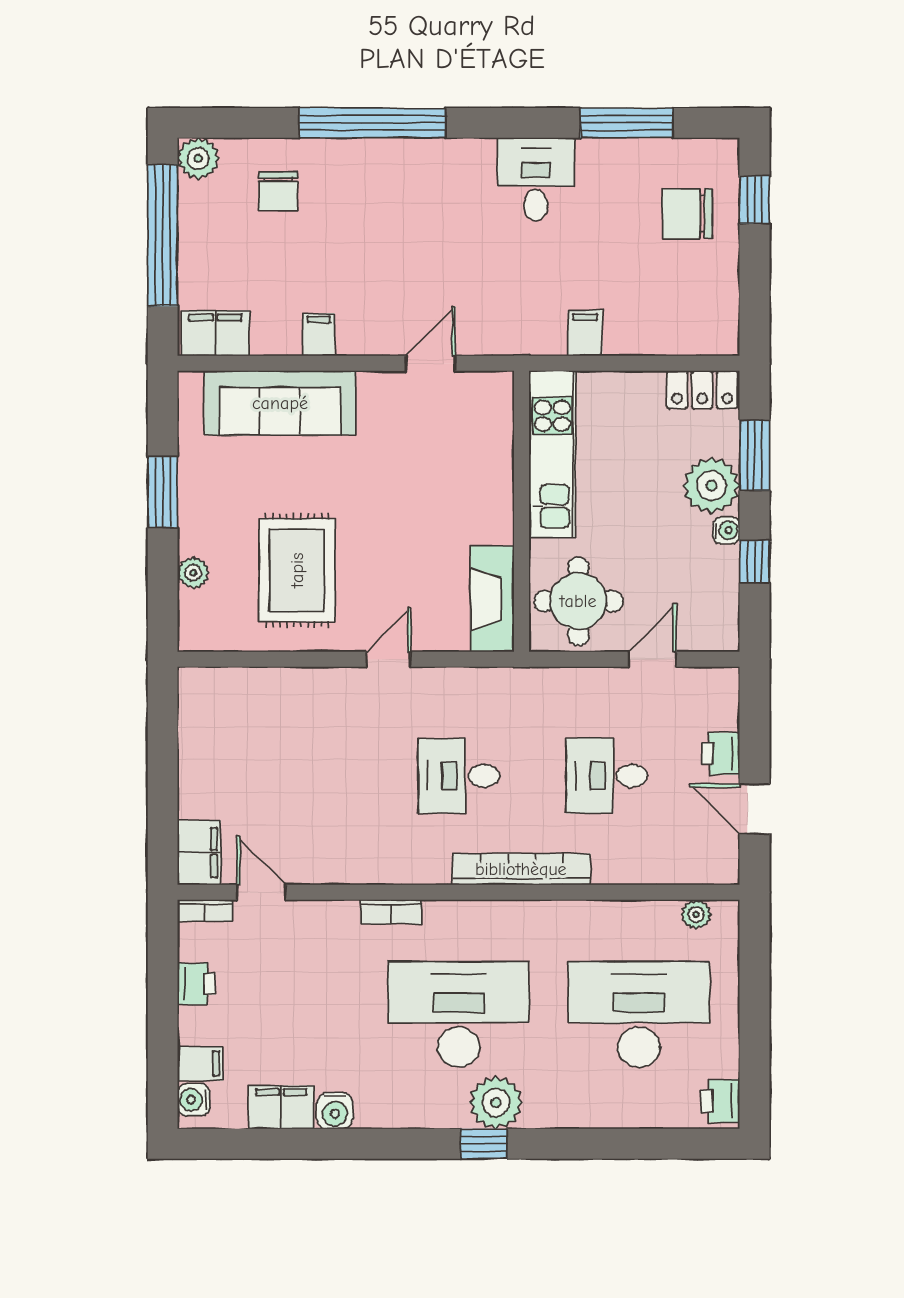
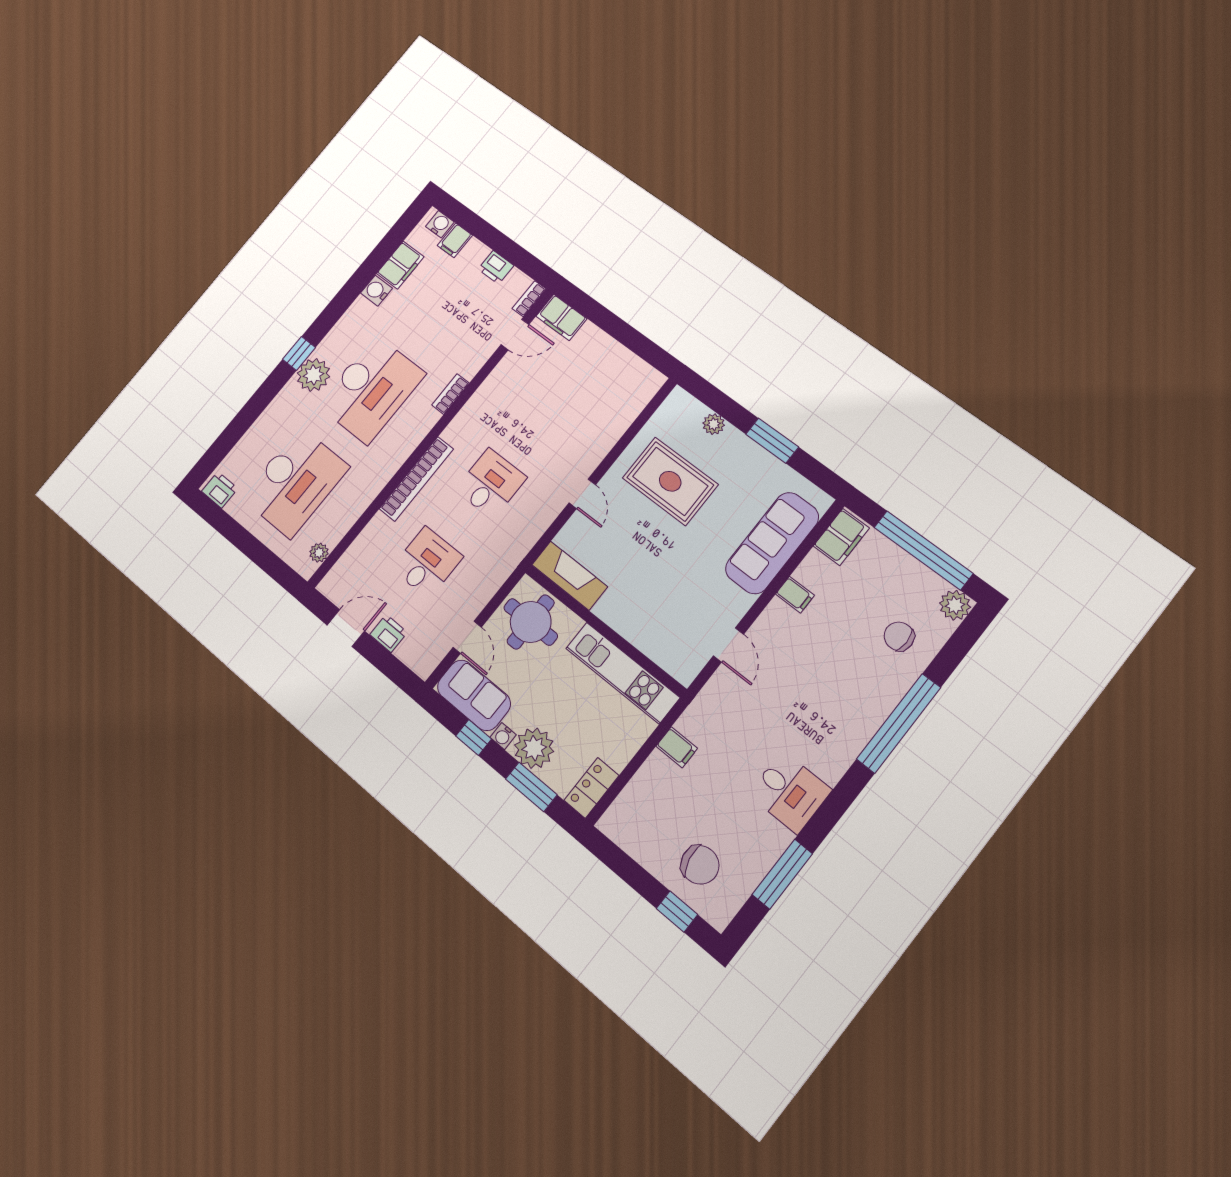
chair: (687, 214) -> (700, 865), turned 79
sofa: (709, 599) -> (474, 695), added

